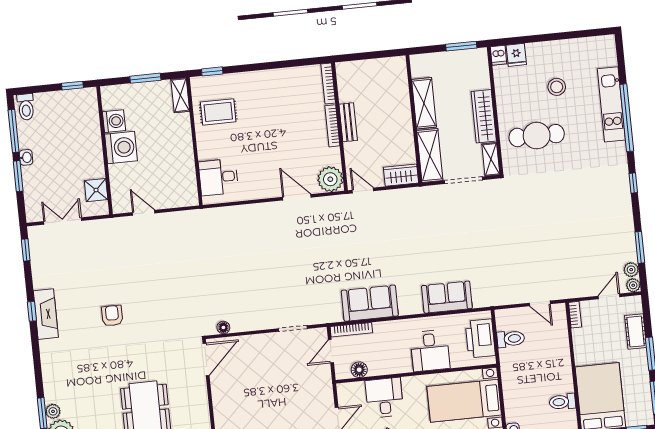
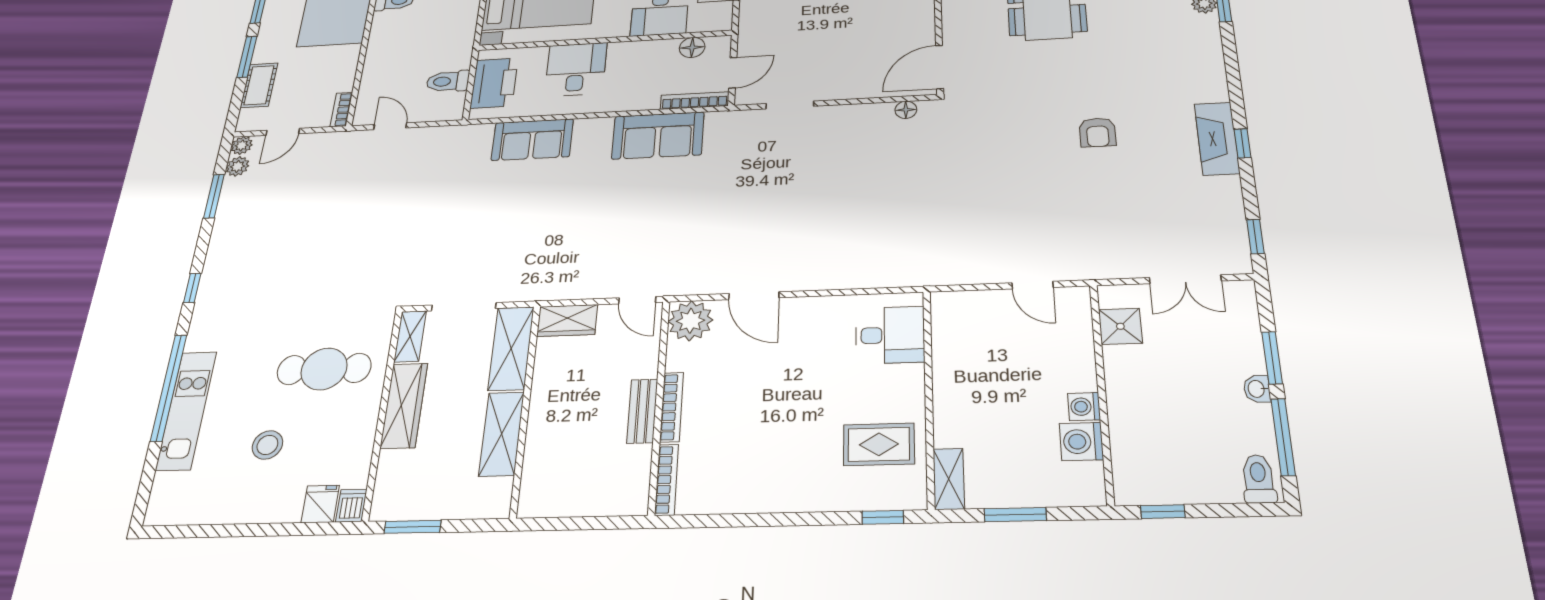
washing machine: (121, 148) -> (1084, 407), width x0.53, depth x0.53

